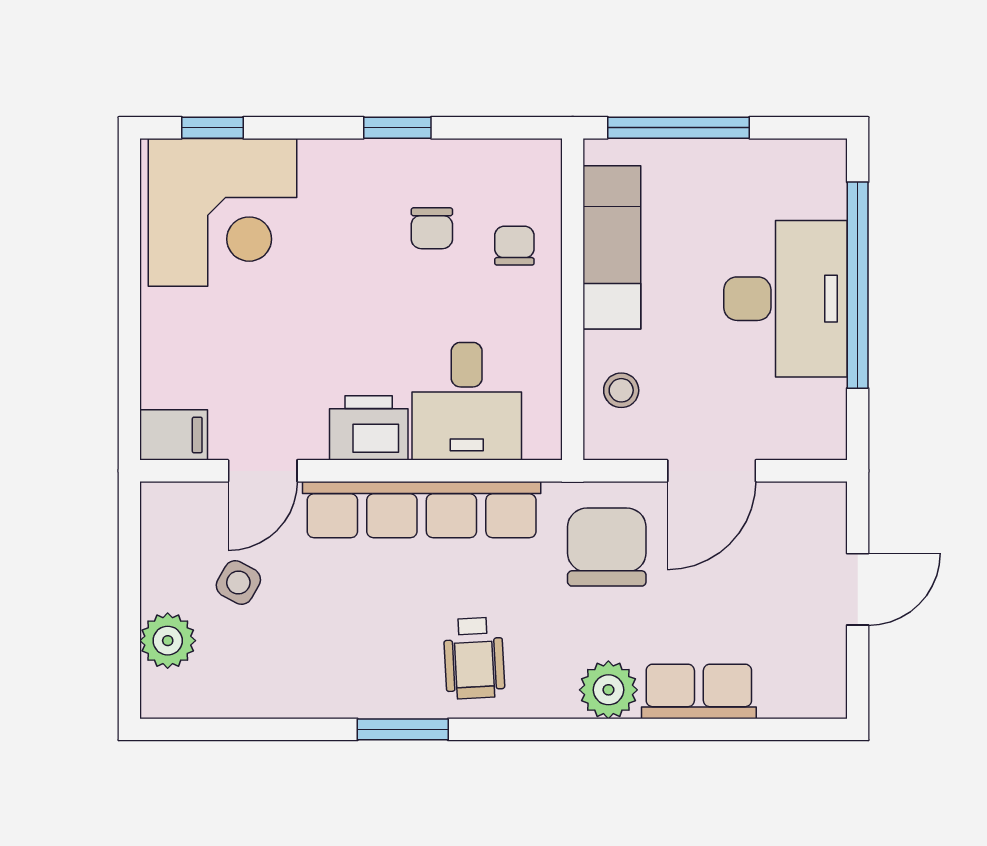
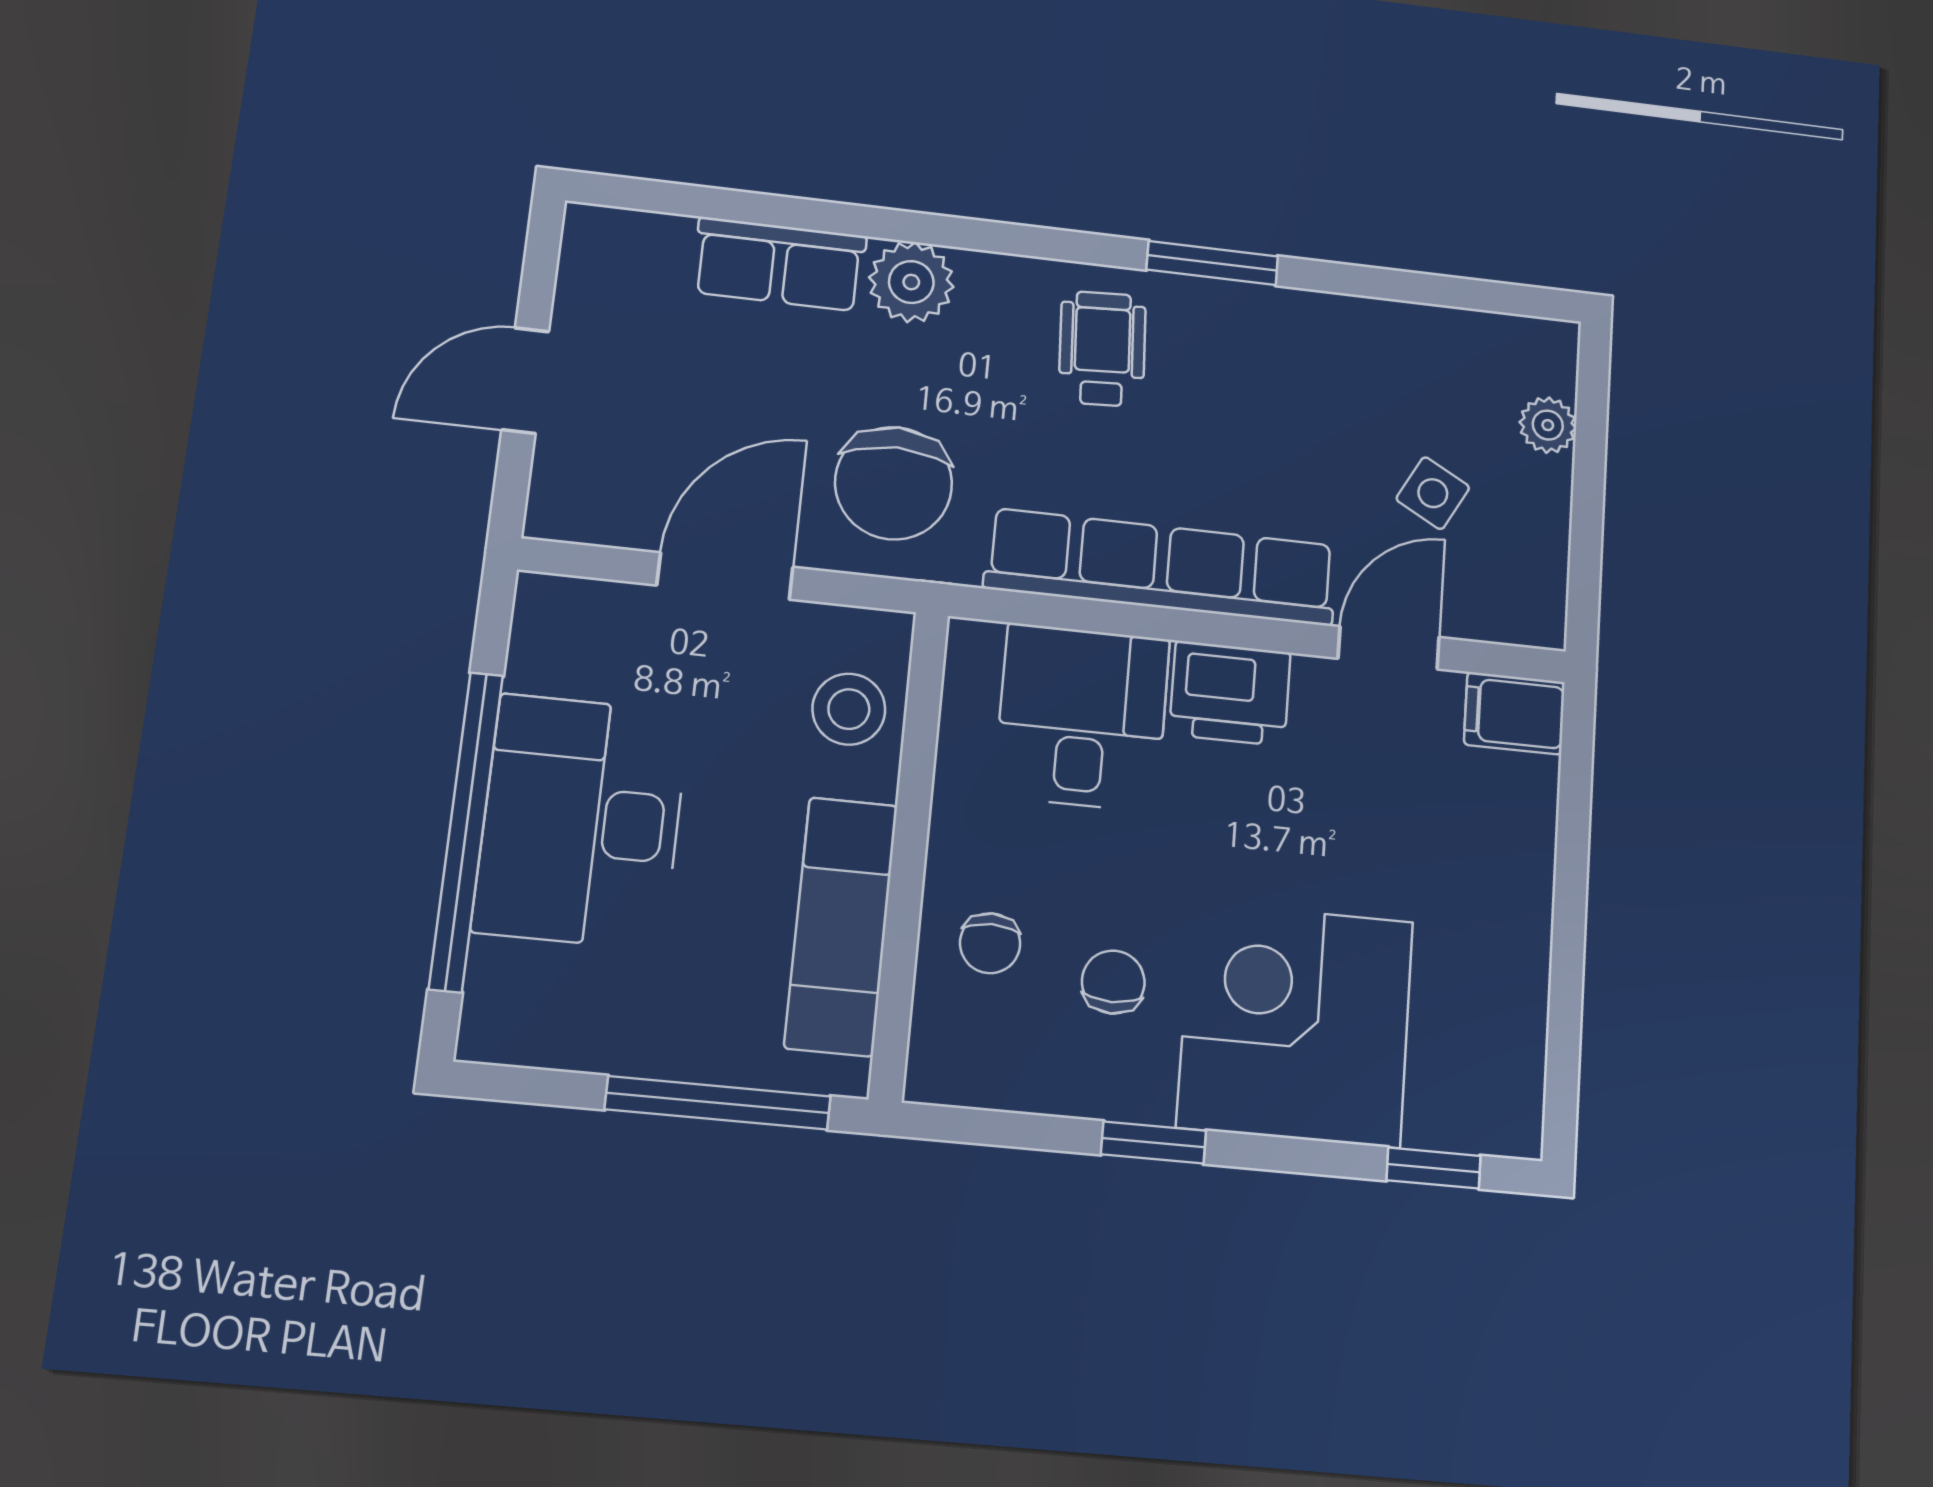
corner desk: (222, 212) -> (1296, 1024), moved
stool: (621, 390) -> (849, 709), width x1.37, depth x1.37
plant: (168, 641) -> (1548, 425), width x0.73, depth x0.73

